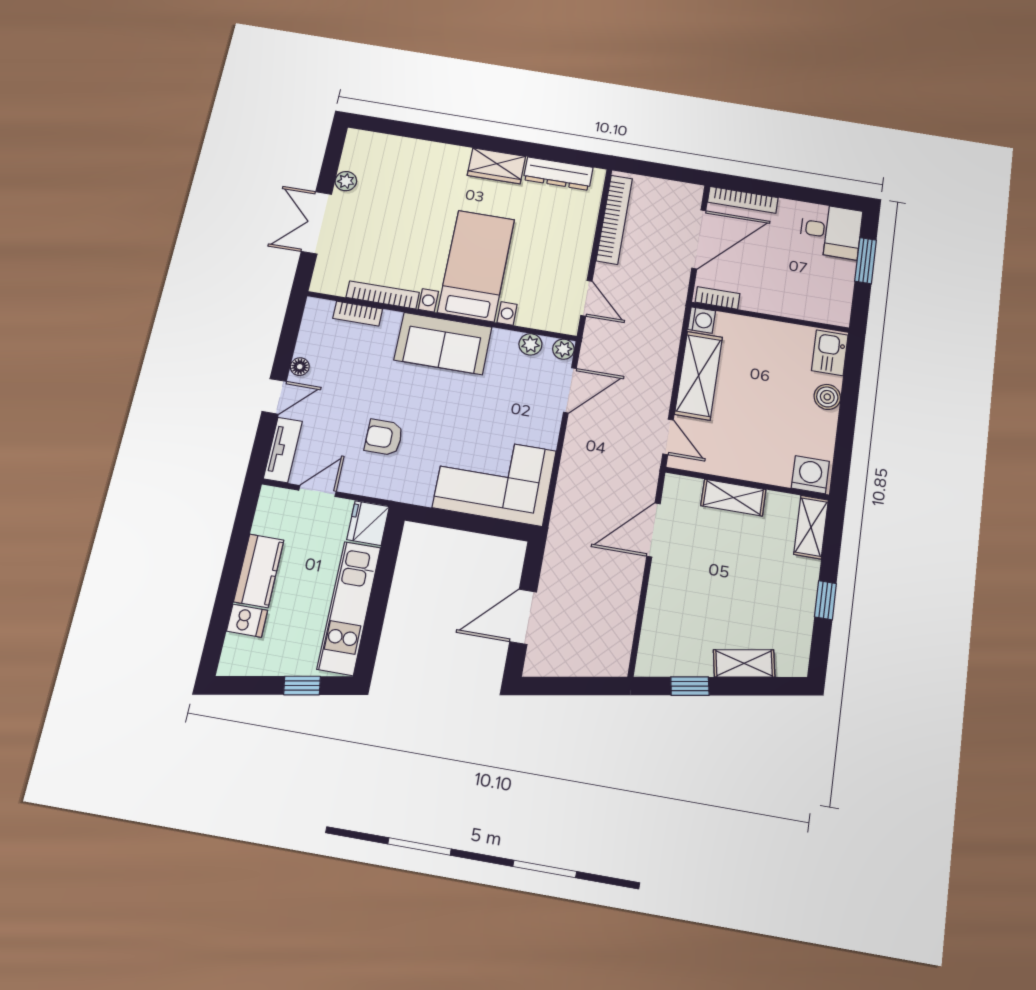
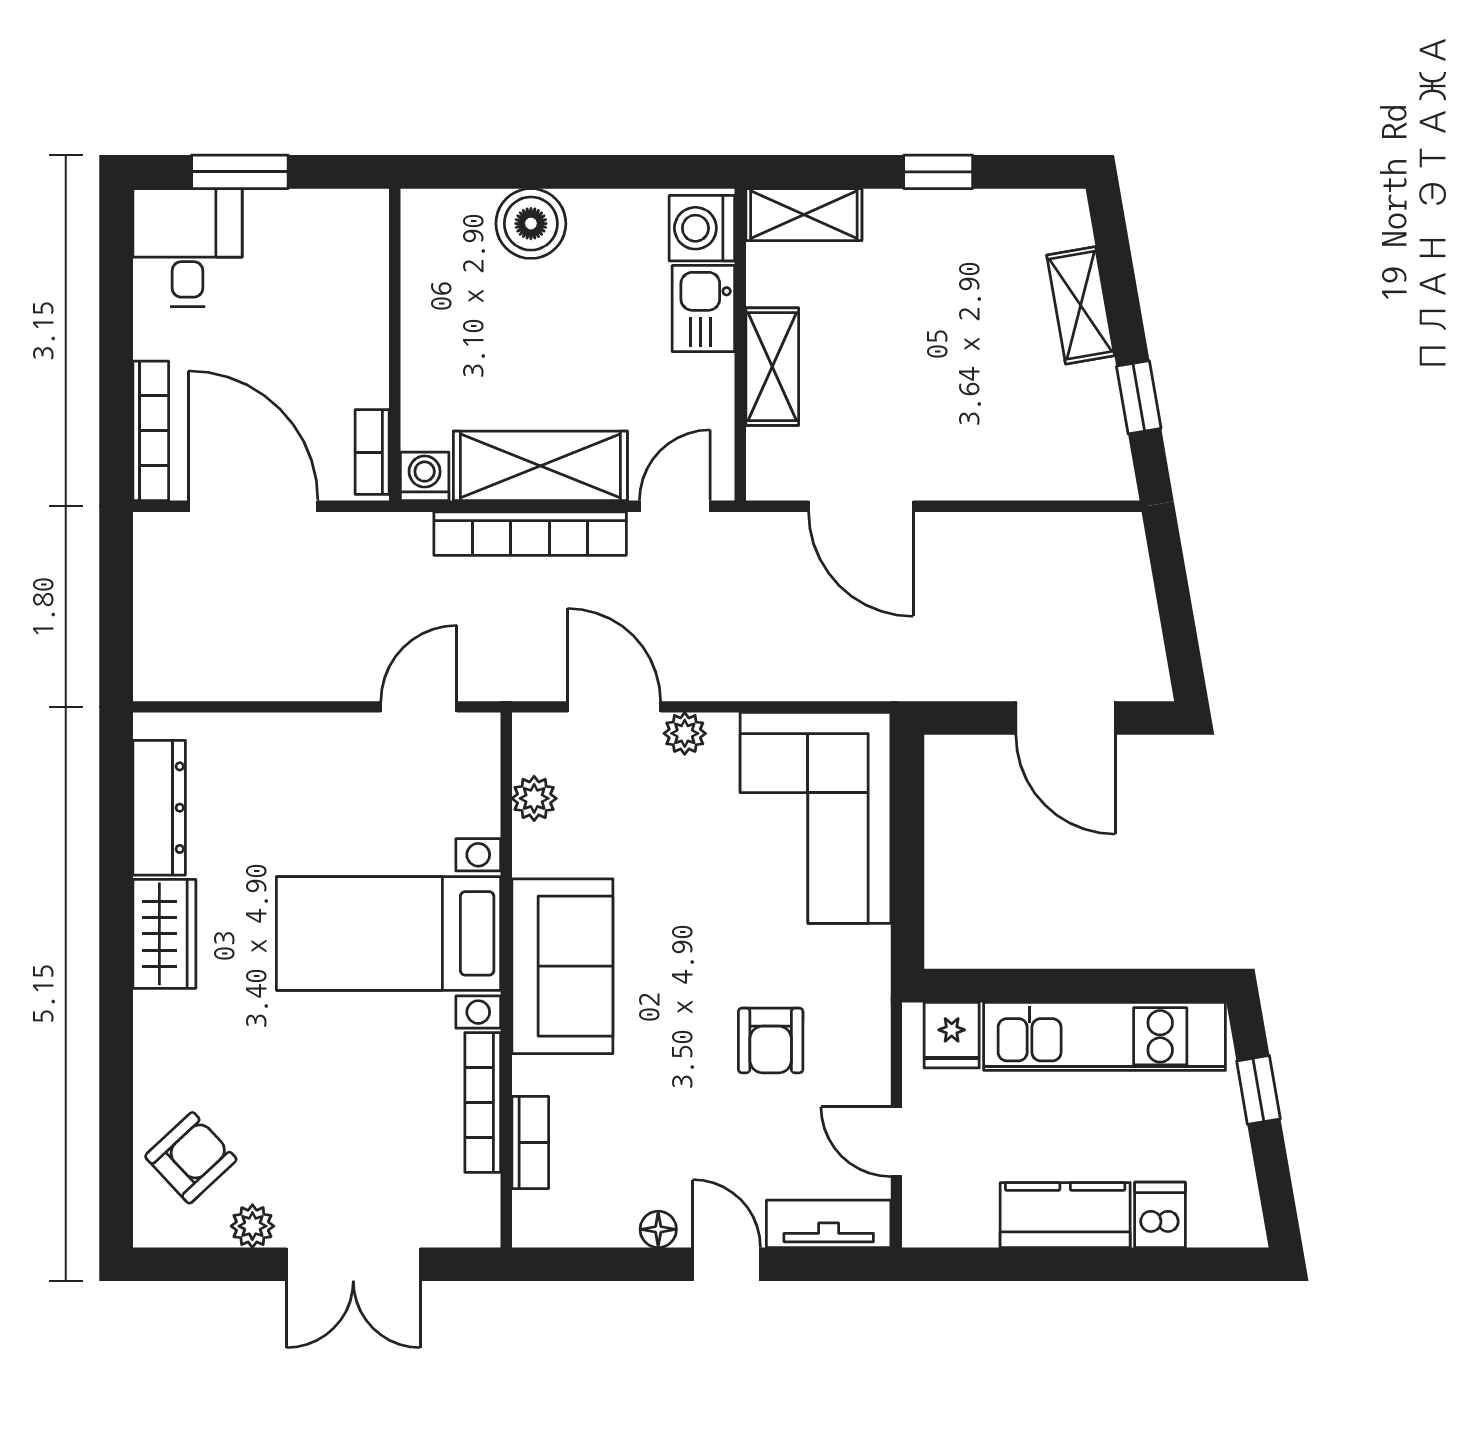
armchair: (385, 160) -> (191, 1158), added
bookcase: (614, 219) -> (530, 534), moved, turned 180
plant: (563, 349) -> (685, 733), moved
kitchen sink: (830, 353) -> (703, 309), moved, turned 90
boiler: (827, 397) -> (531, 224), width x1.36, depth x1.36
fridge: (368, 523) -> (952, 1035), width x0.72

